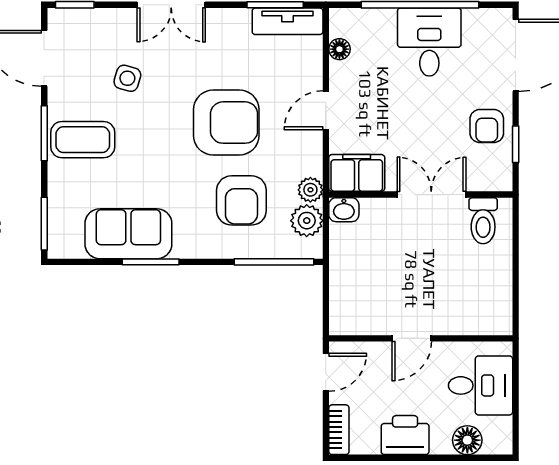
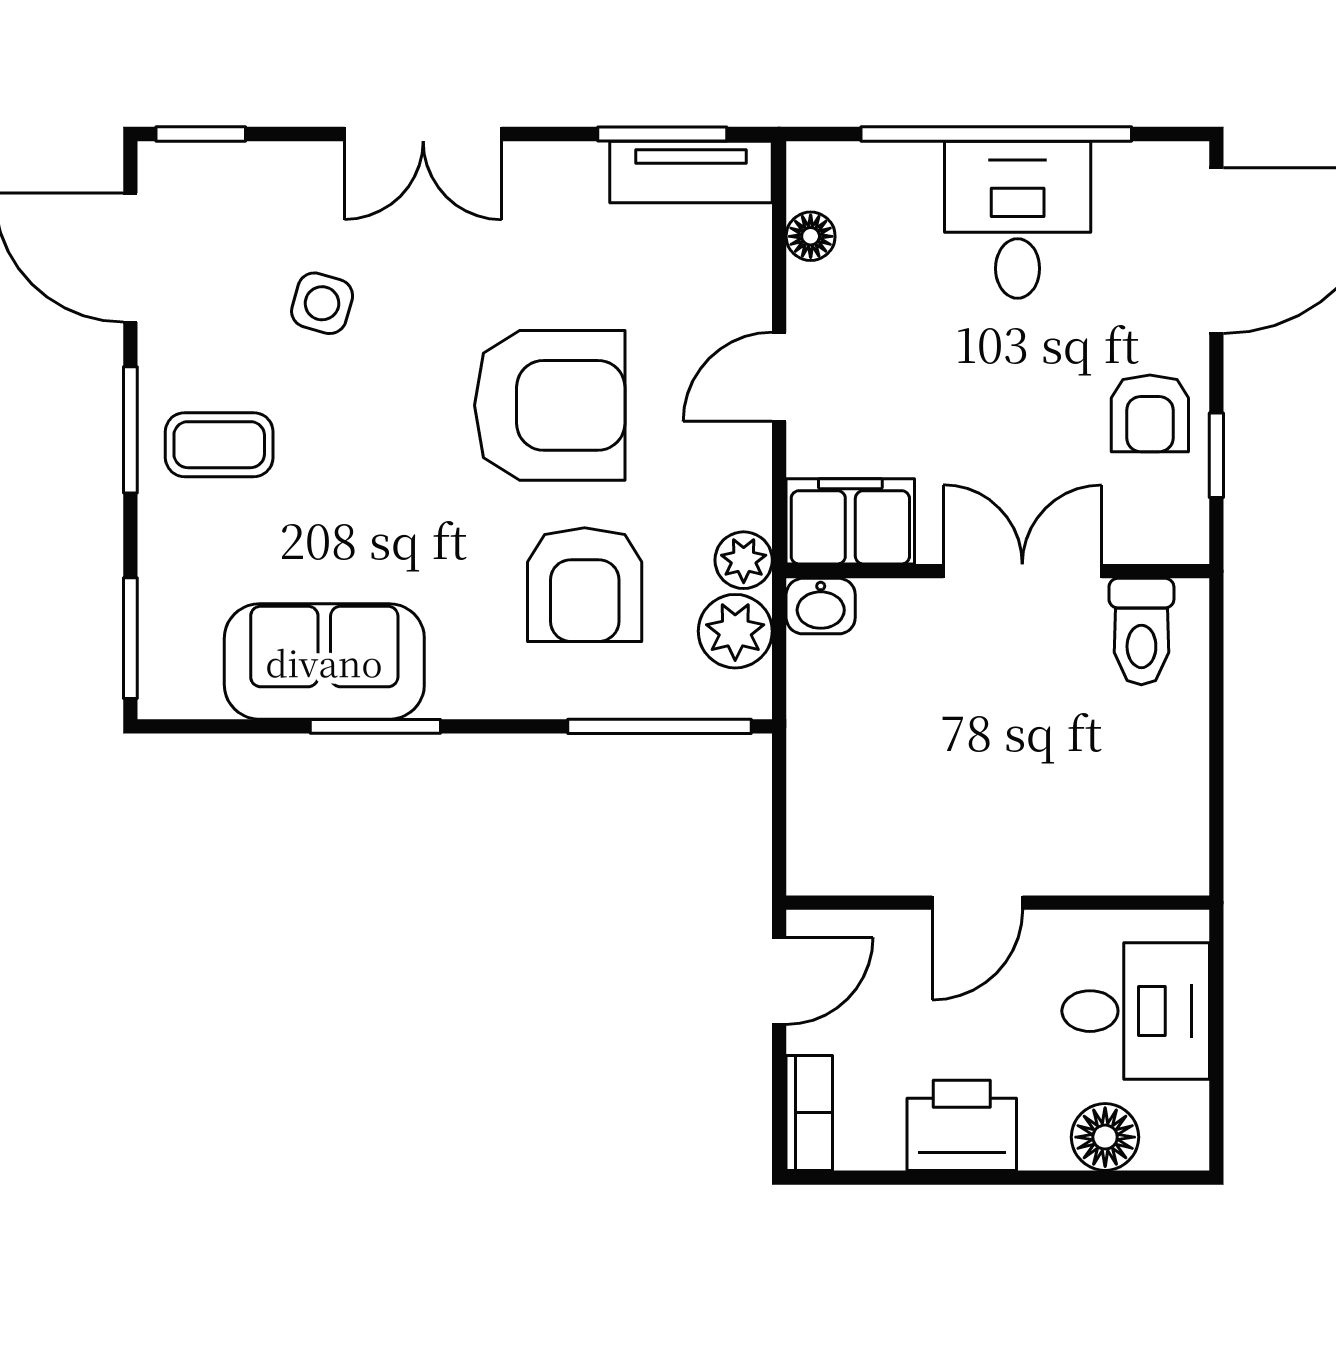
coffee table: (83, 140) -> (219, 445), width x0.73, depth x0.77

